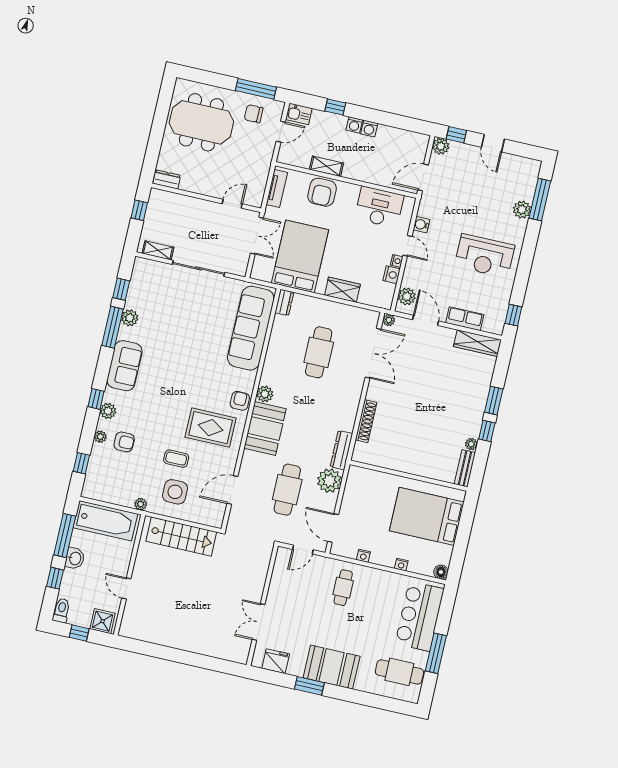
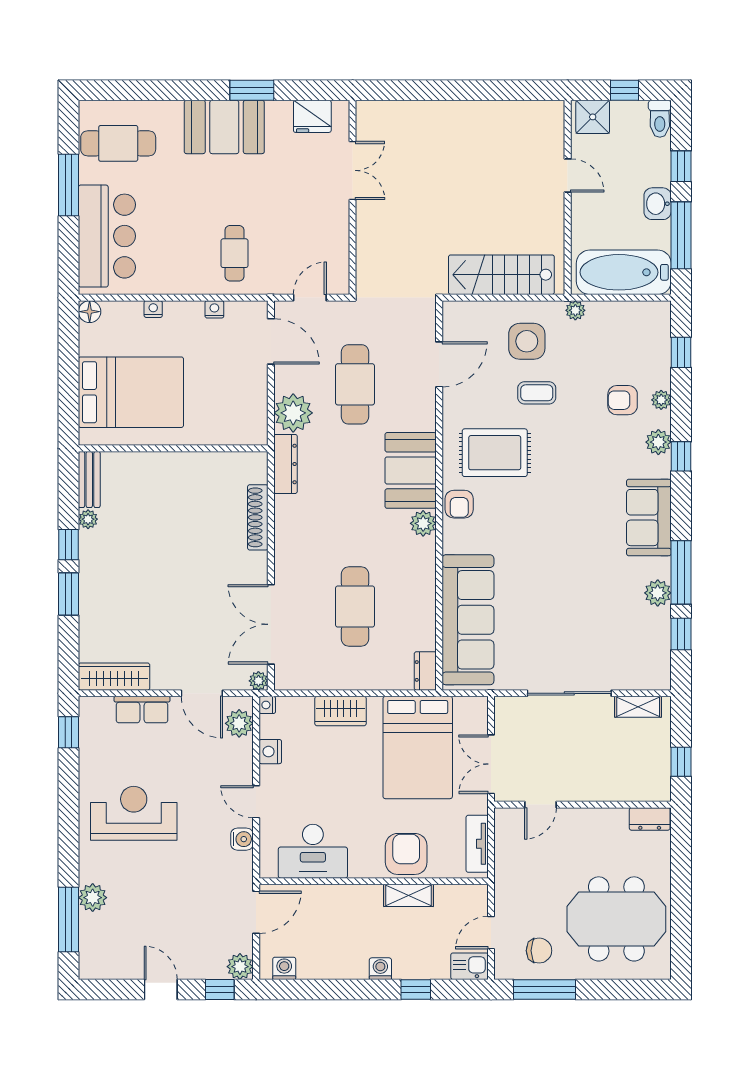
washing machine: (369, 129) -> (284, 968), moved
nightstand: (397, 261) -> (267, 705), moved

